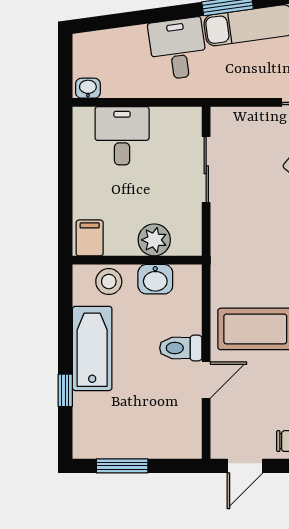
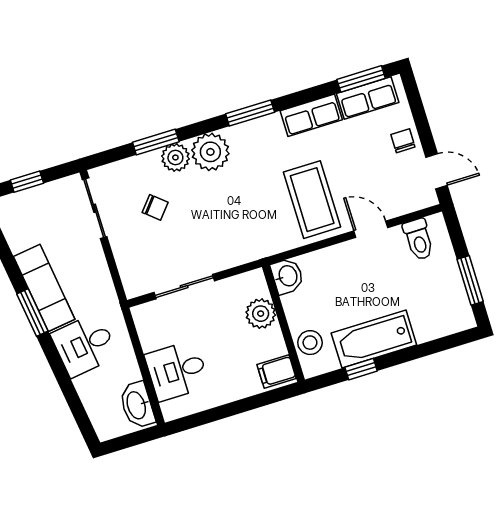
washbasin: (88, 88) -> (137, 405), width x1.91, depth x1.45
washbasin: (155, 279) -> (287, 276), moved
toilet: (181, 348) -> (418, 239), moved
window: (65, 390) -> (361, 369), moved

